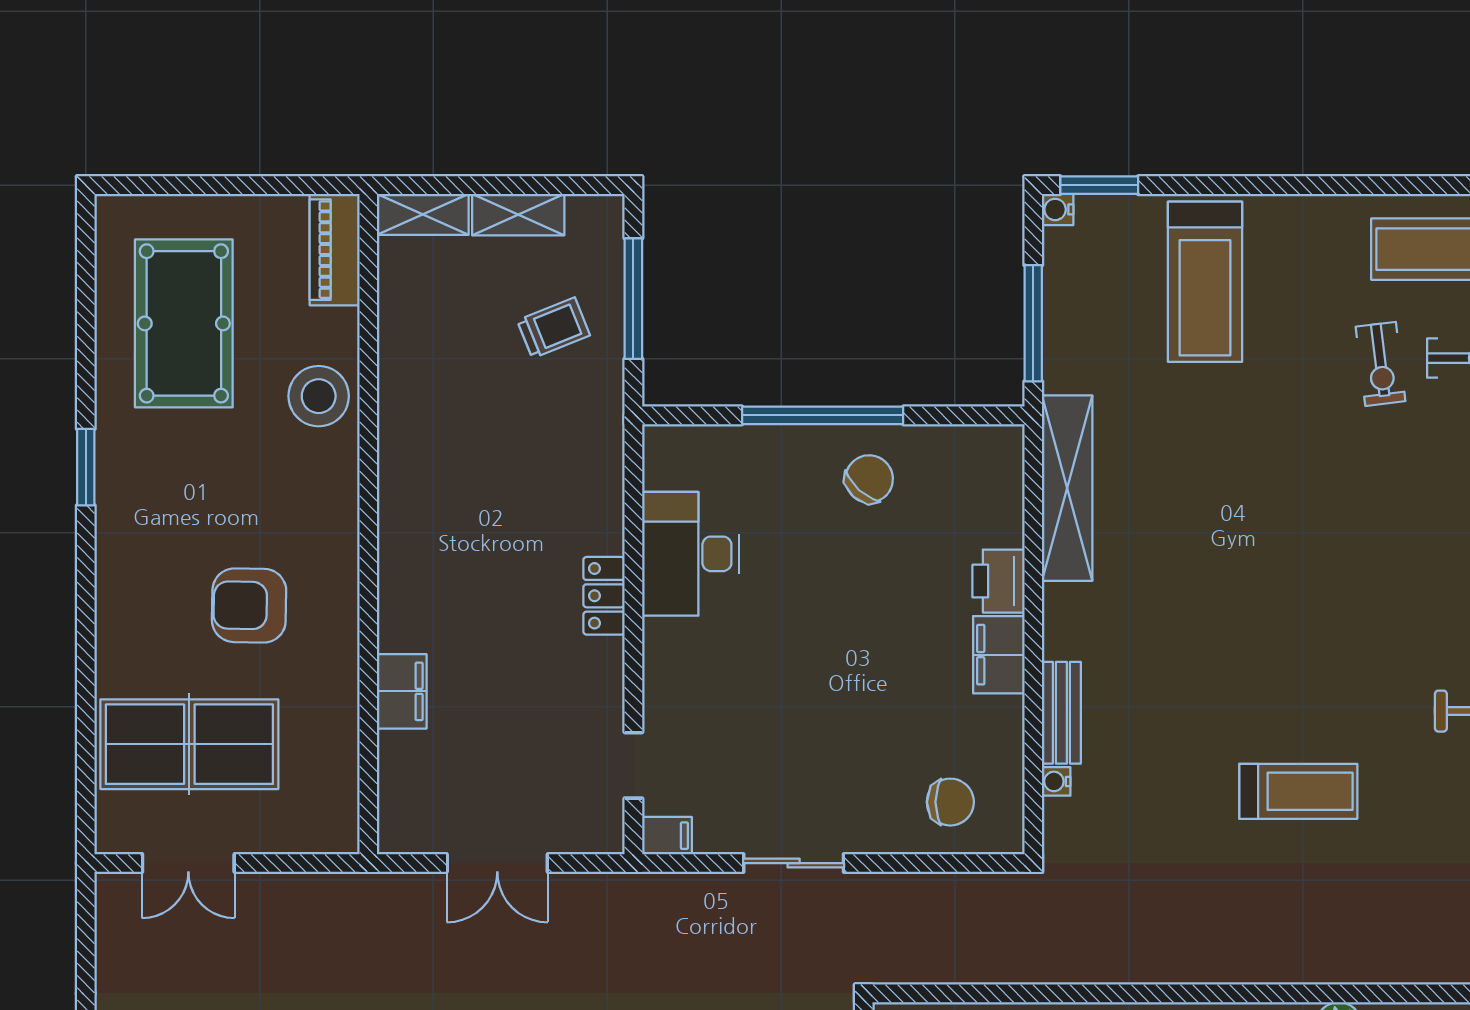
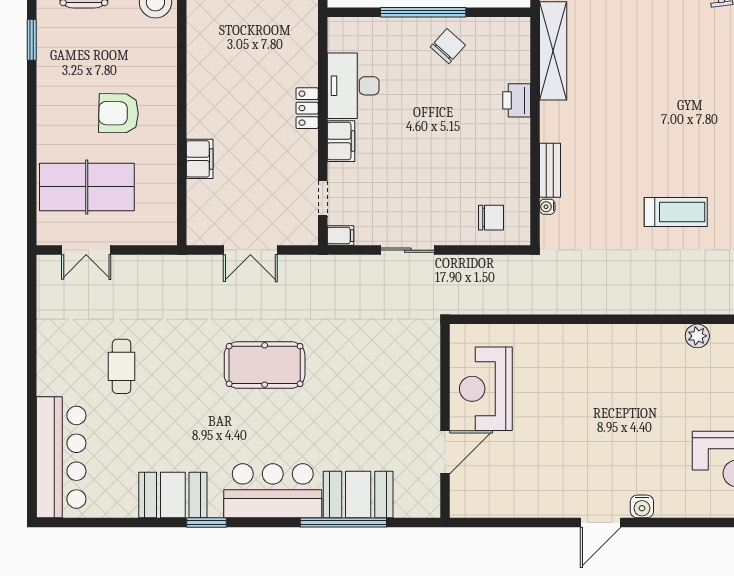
filing cabinet: (999, 655) -> (341, 141), moved, turned 180

